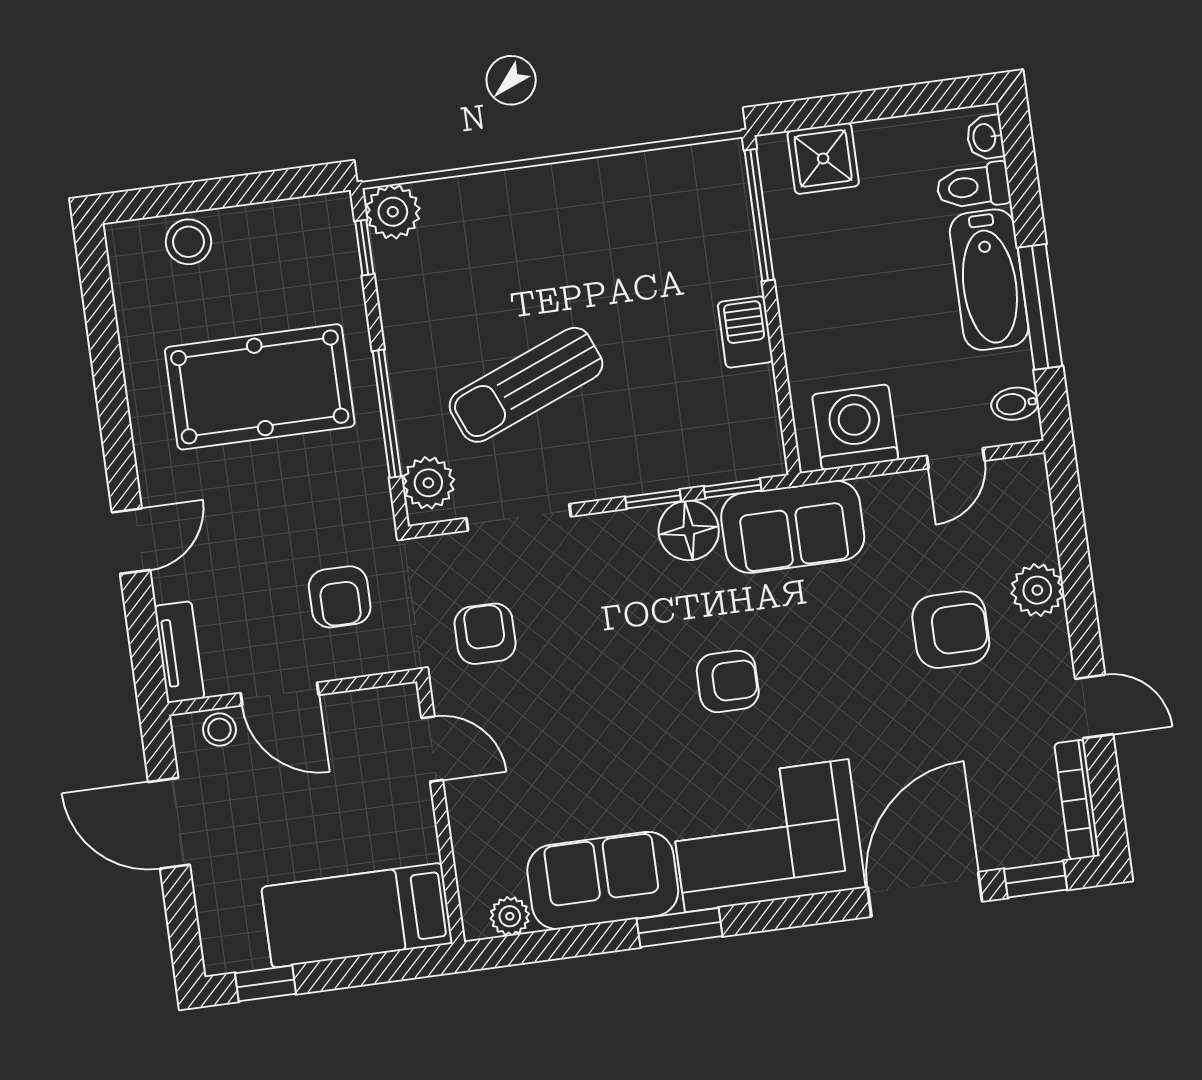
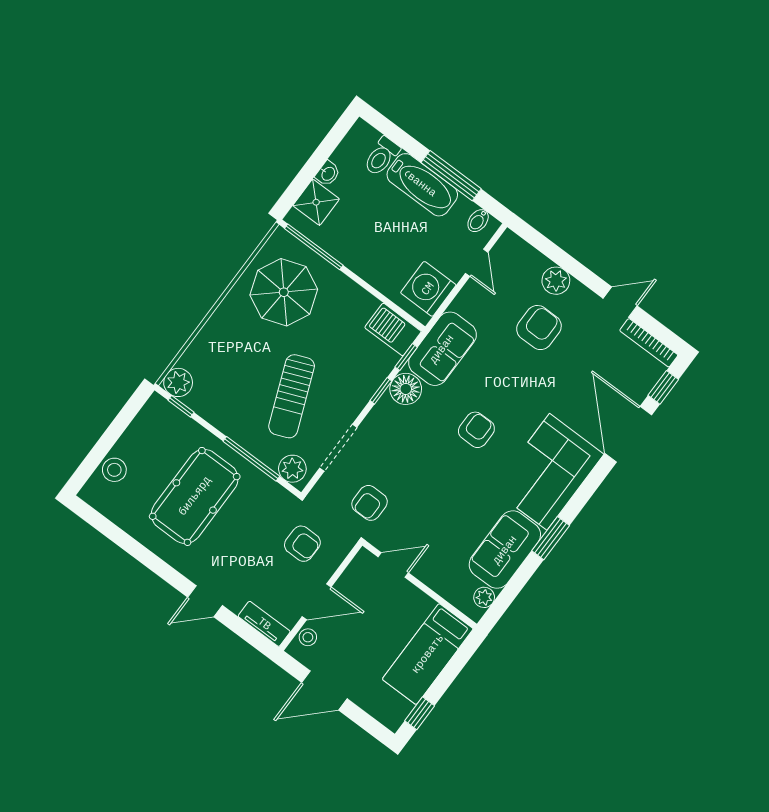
washbasin: (985, 137) -> (328, 174), moved, turned -90
parasol: (657, 235) -> (284, 292), added
barbecue: (745, 332) -> (393, 329), moved, width x1.38, depth x1.27
door: (131, 541) -> (205, 601), swing flipped
armchair: (485, 634) -> (370, 503), turned -90

